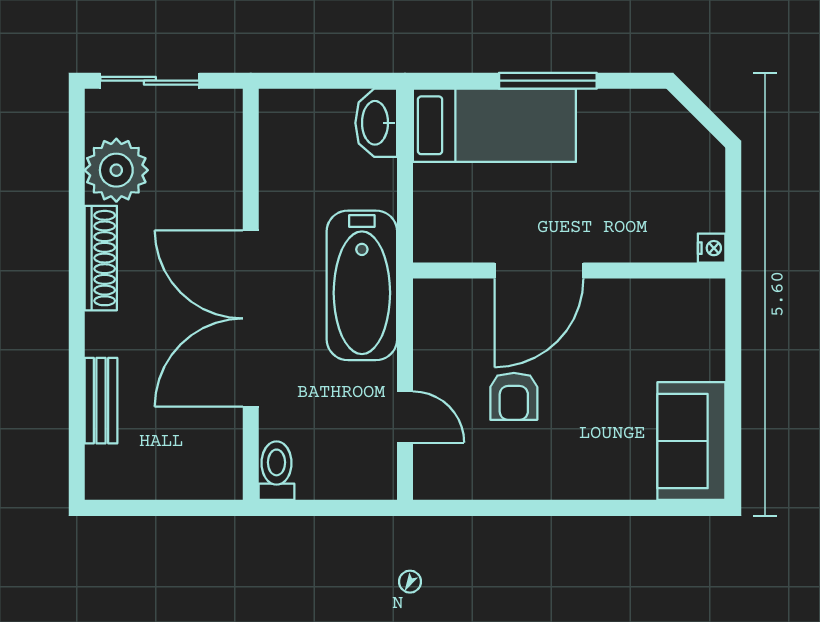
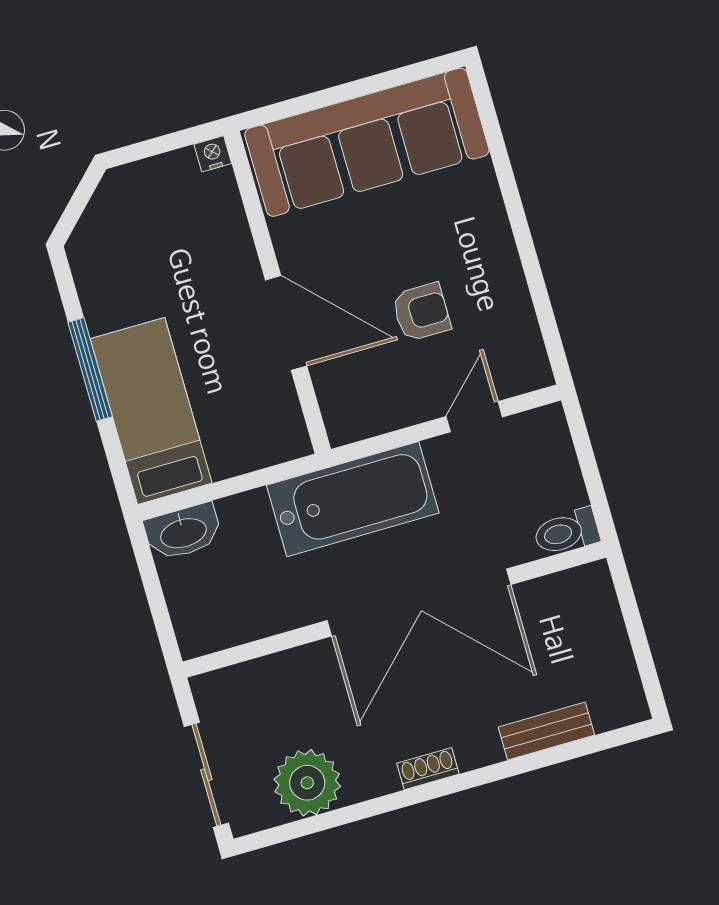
shoe rack: (101, 258) -> (428, 769), width x0.51, depth x0.81
sofa: (691, 441) -> (367, 142), width x1.85, depth x1.27

